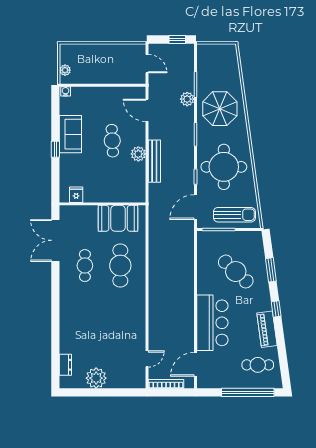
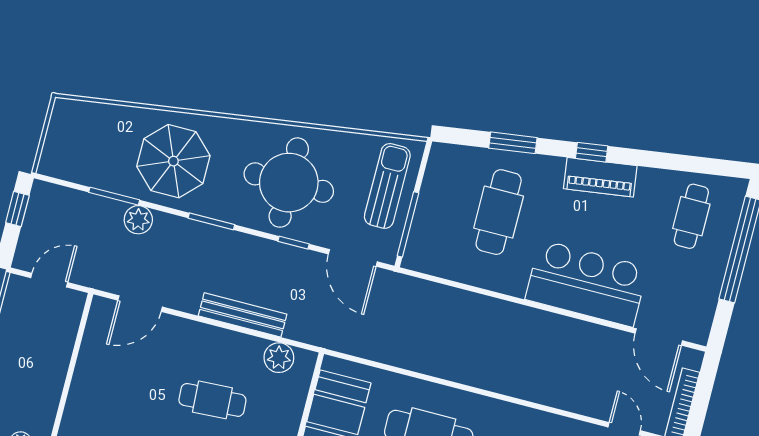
cafe table: (112, 141) -> (212, 400), moved
plant: (138, 154) -> (279, 358), moved
cafe table: (236, 272) -> (499, 212), turned -43
piano: (267, 329) -> (600, 177), moved

